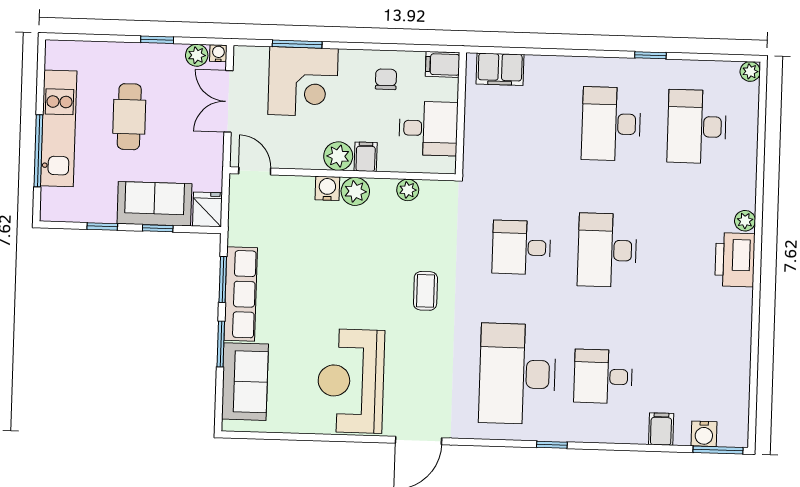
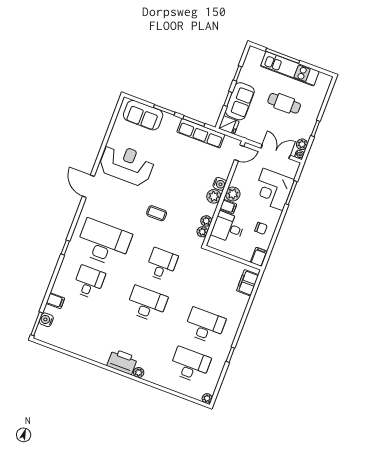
desk: (428, 128) -> (228, 227), moved, turned 90
plant: (431, 190) -> (202, 232), added
row of seats: (241, 294) -> (201, 133), moved

